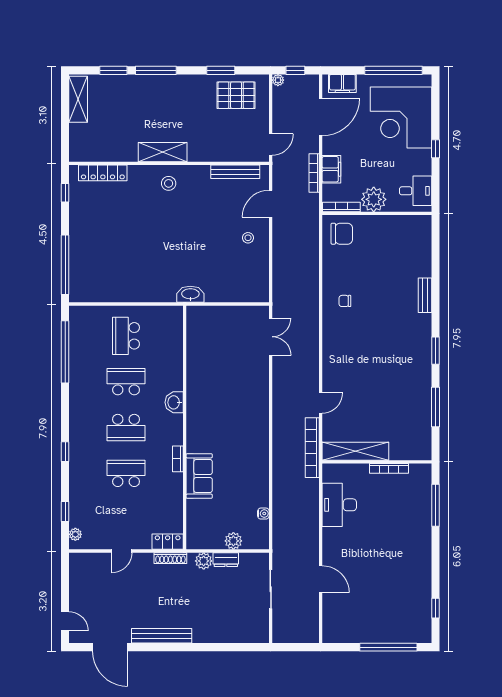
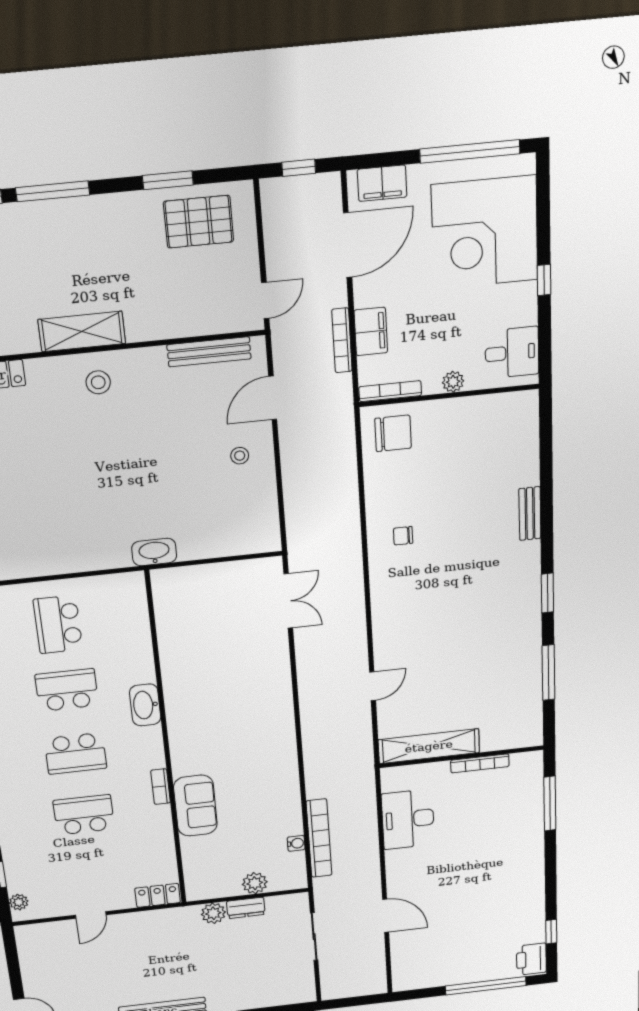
plant: (278, 80) -> (270, 188), removed
plant: (374, 199) -> (453, 382), width x0.53, depth x0.53
washbasin: (174, 402) -> (145, 705), width x1.38
bookcase: (312, 448) -> (319, 838), moved, turned 180
shoe rack: (170, 558) -> (164, 915), removed
printer: (421, 629) -> (531, 959), added

